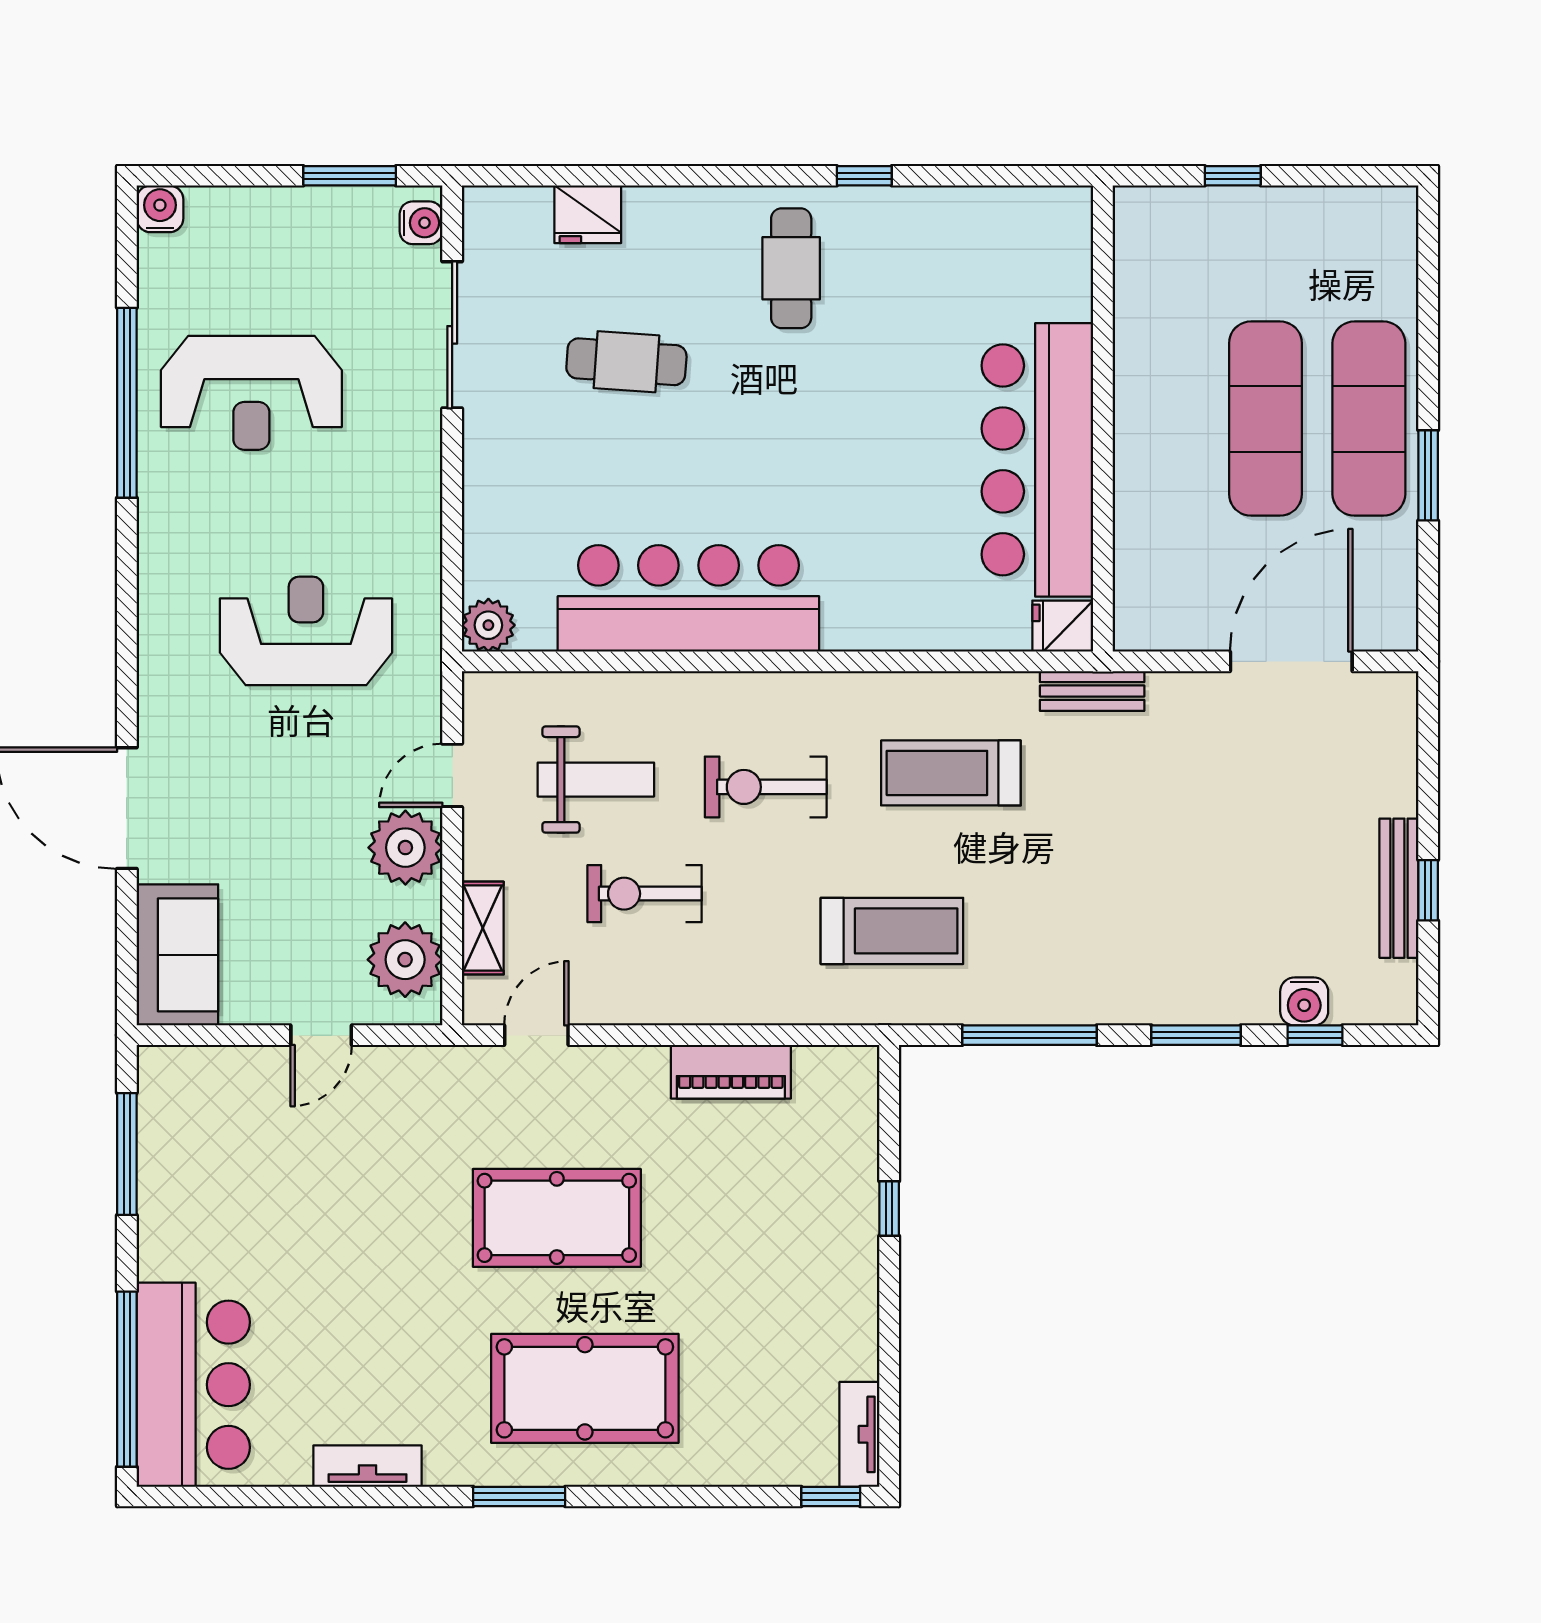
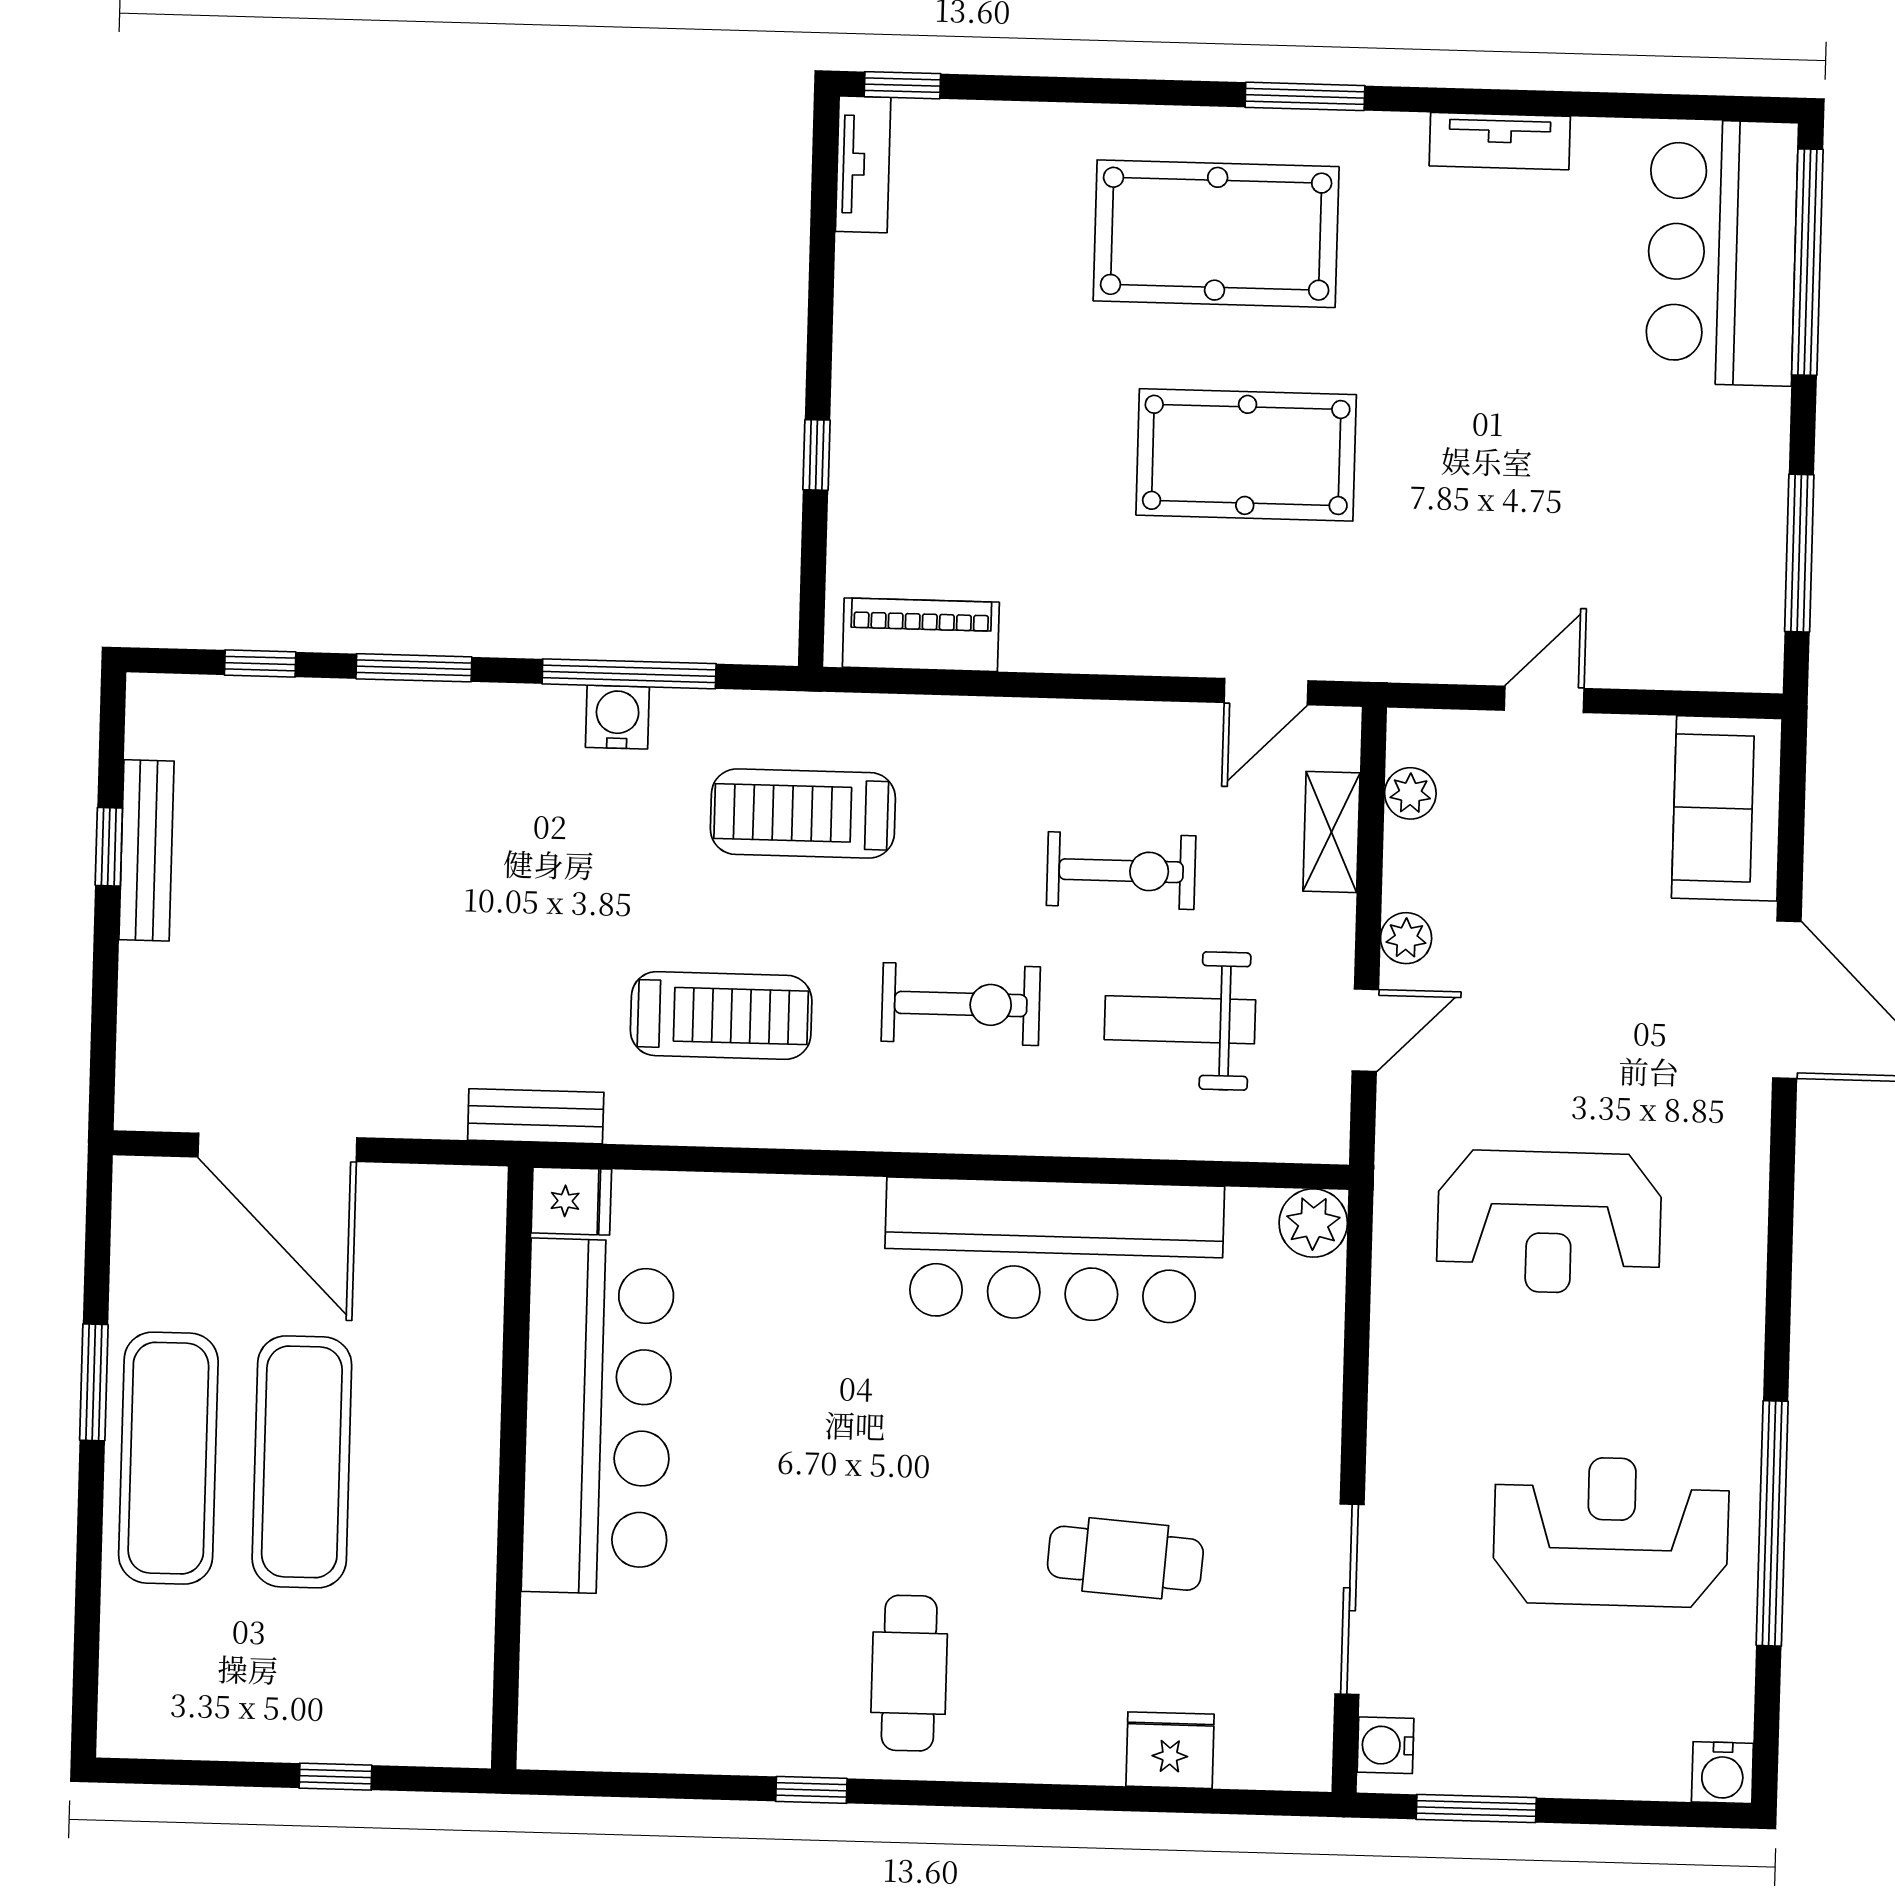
door: (1291, 661) -> (277, 1147), hinge flipped
plant: (405, 848) -> (1406, 938), width x0.53, depth x0.53
plant: (405, 960) -> (1410, 793), width x0.53, depth x0.53
water cooler: (1304, 1001) -> (617, 717), moved
piano: (731, 1072) -> (921, 635), moved

